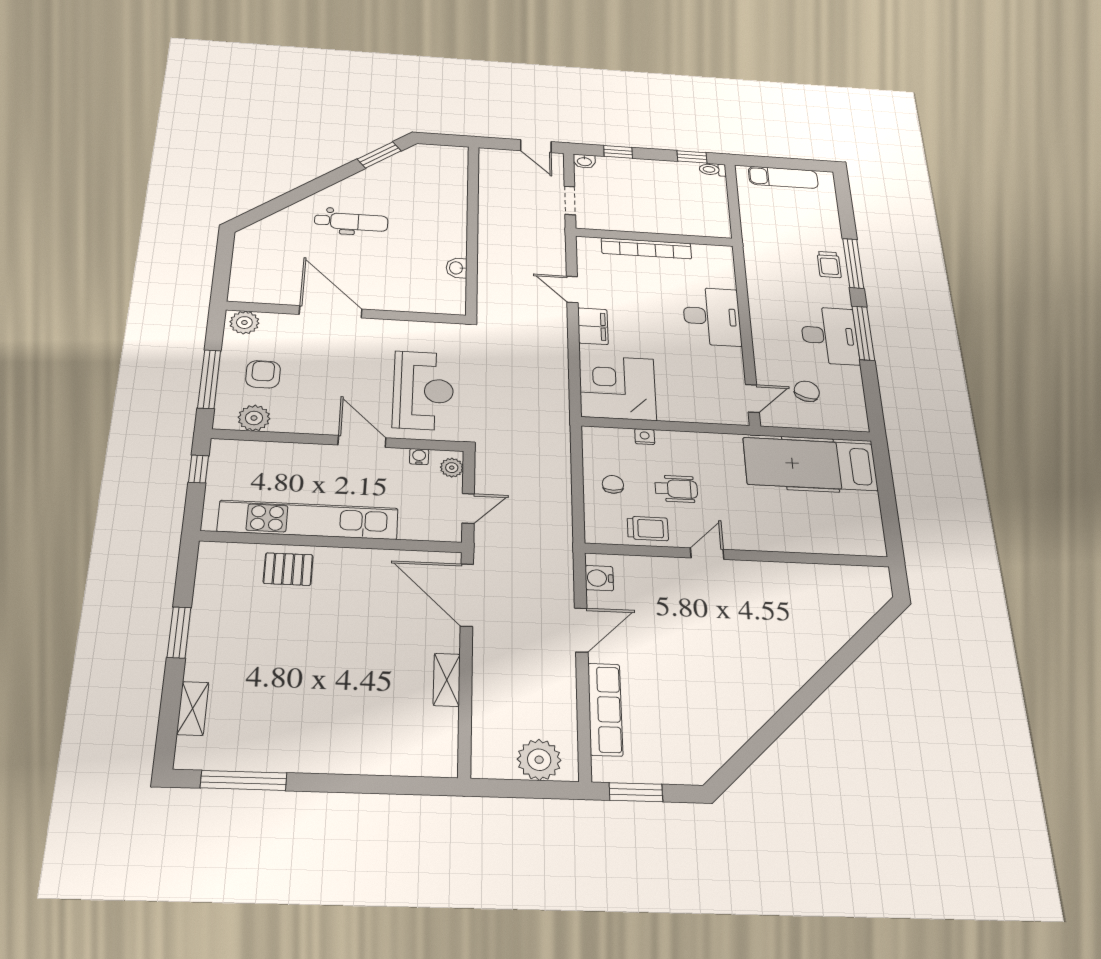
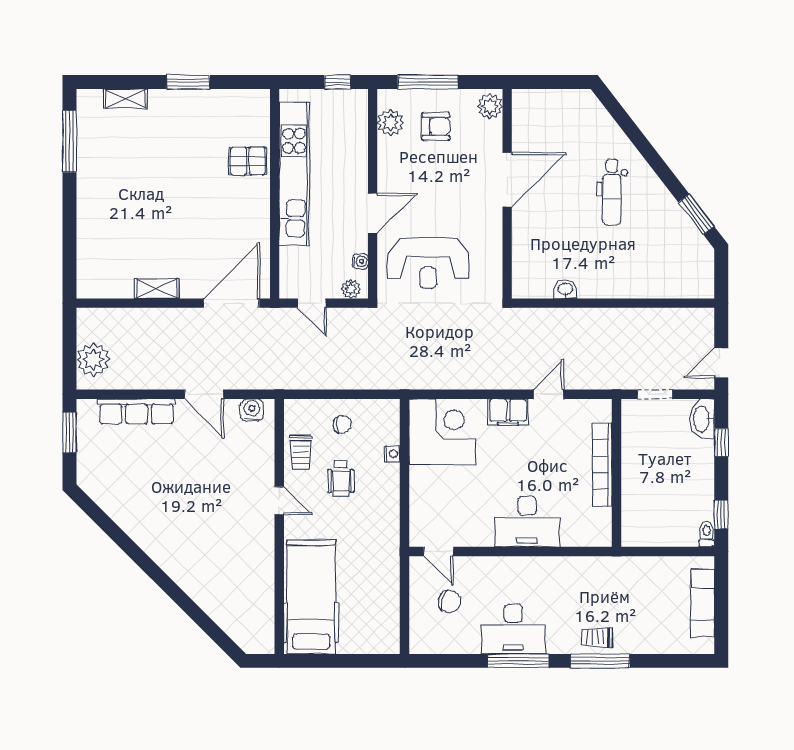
washbasin: (584, 161) -> (702, 419), width x1.91, depth x1.45
hospital bed: (810, 464) -> (311, 597), moved
pallet: (288, 569) -> (248, 161), turned 90

